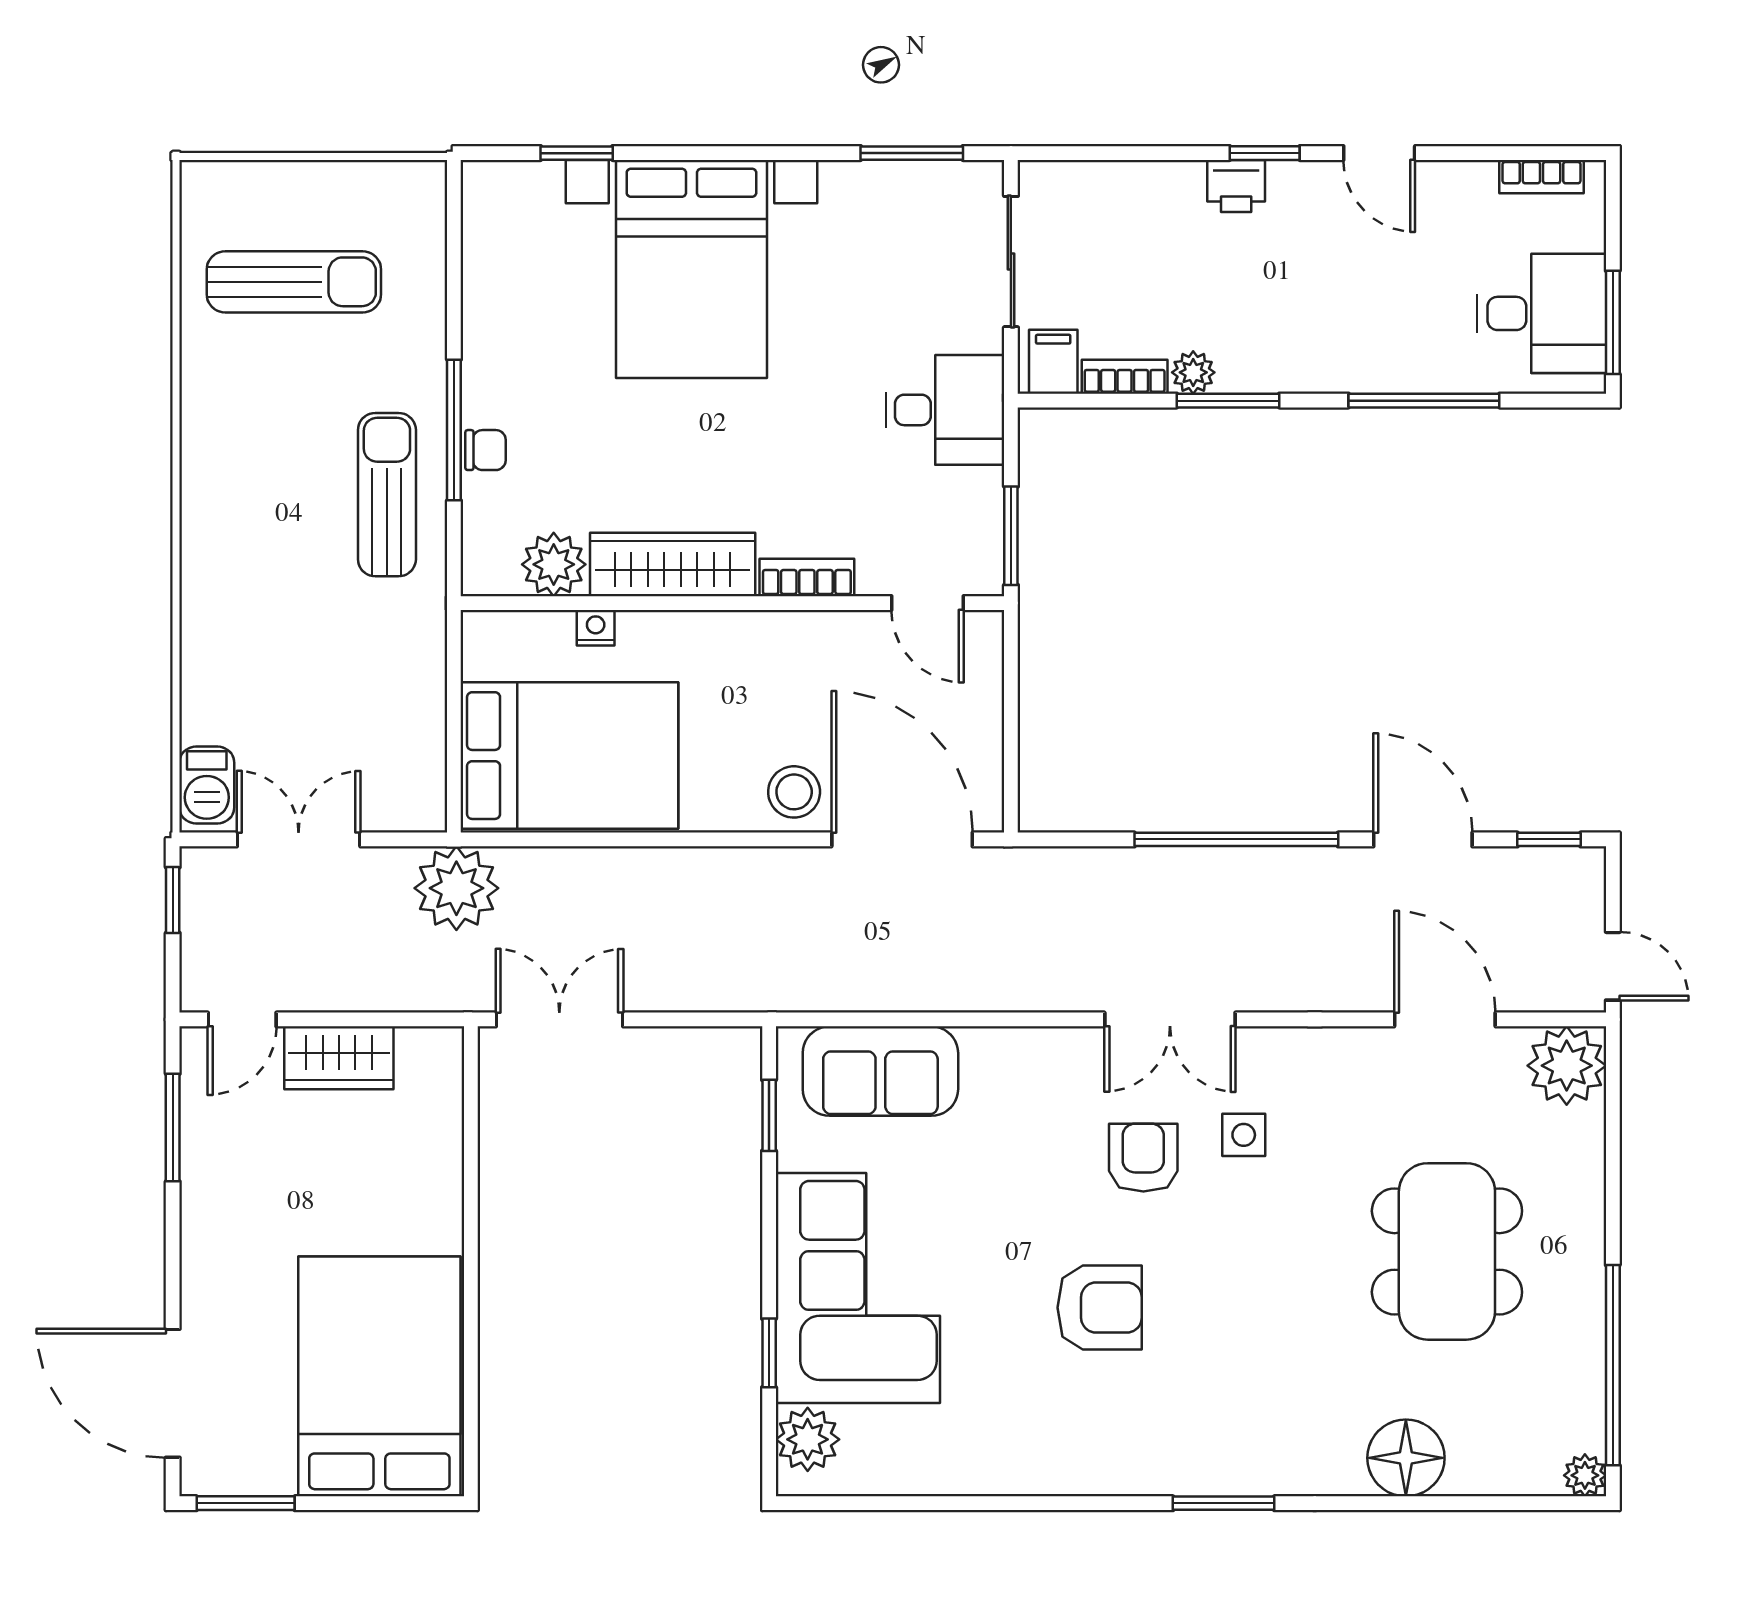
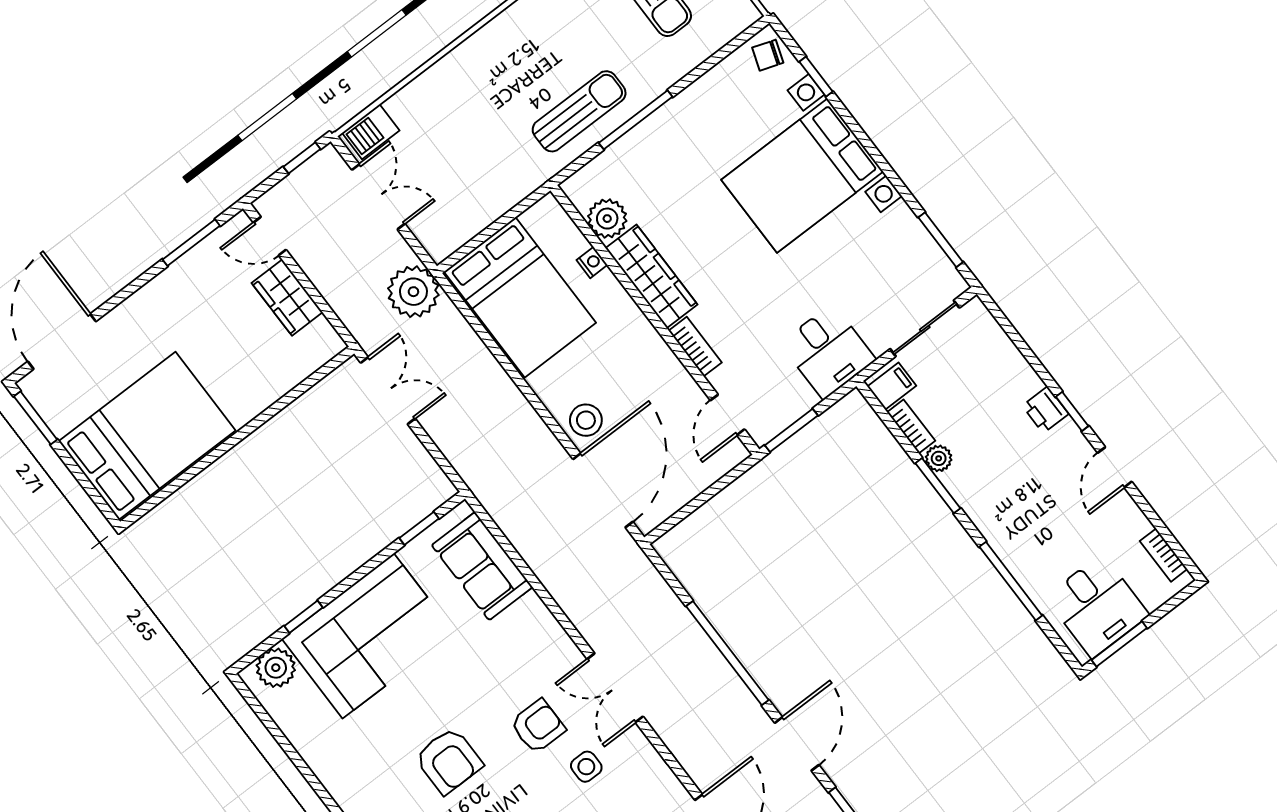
chair: (486, 450) -> (768, 55), moved, turned 109

